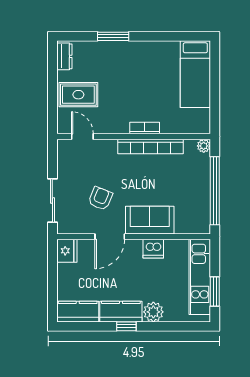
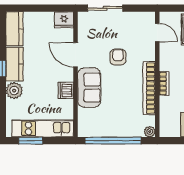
door: (82, 137) -> (157, 33), hinge flipped
armchair: (100, 198) -> (118, 57), moved, turned -112

